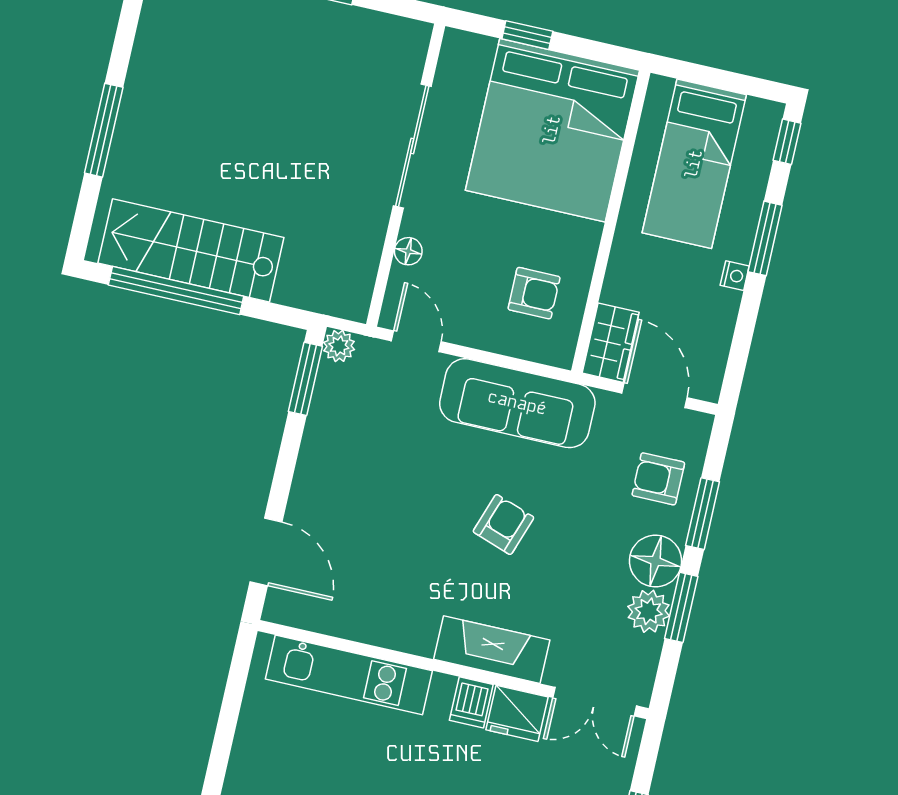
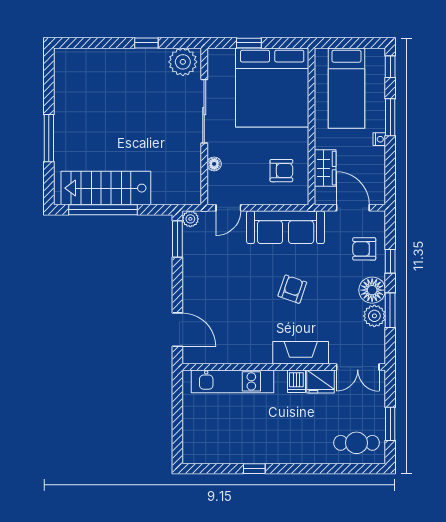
plant: (393, 42) -> (183, 62), added
door: (416, 341) -> (228, 208), swing flipped
wardrobe: (611, 343) -> (325, 168), moved
window: (703, 514) -> (390, 261), width x0.67

